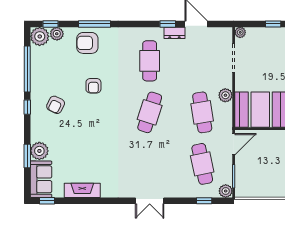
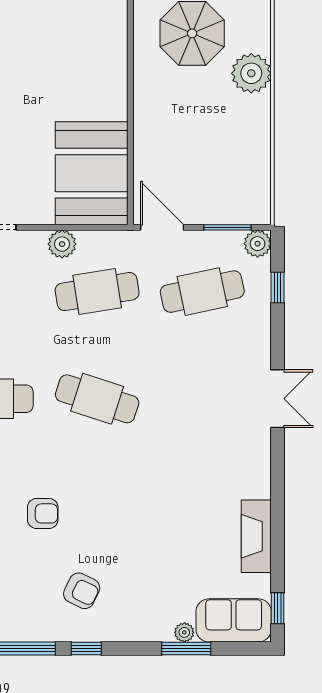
plant: (39, 151) -> (184, 632), width x0.53, depth x0.53

